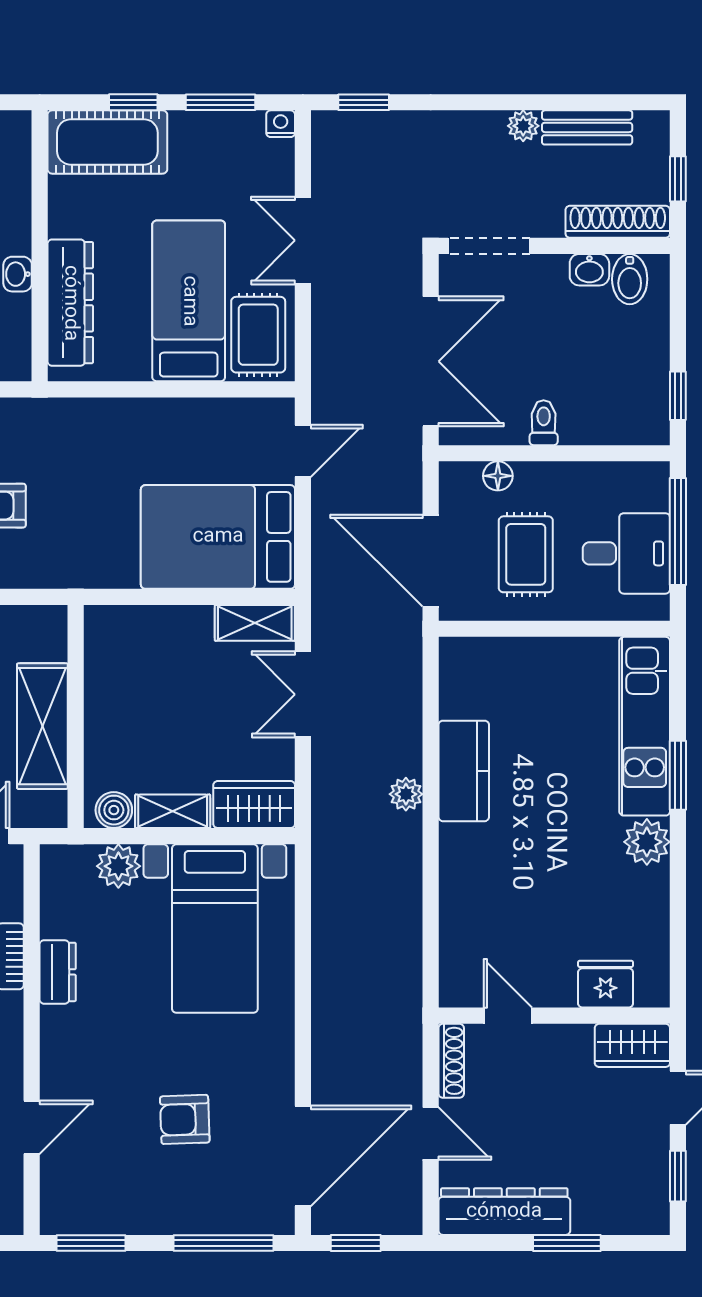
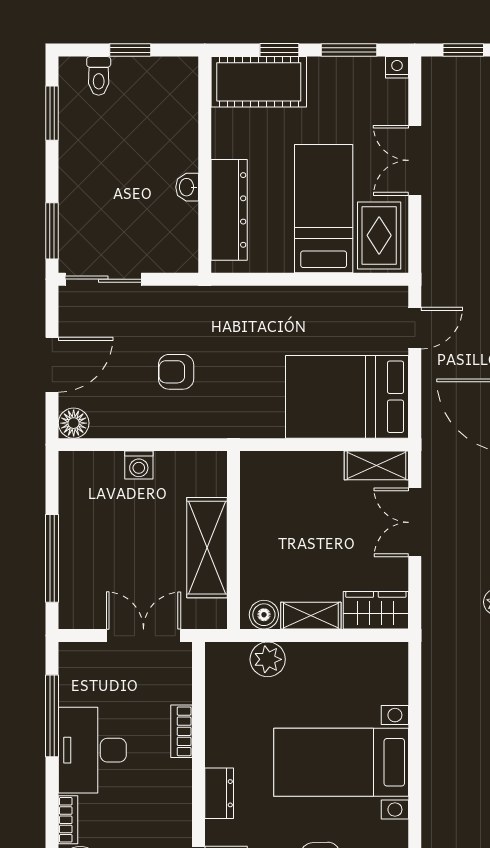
bed with nightstands: (215, 929) -> (341, 762), moved, turned 90
dresser: (58, 972) -> (219, 793), moved

